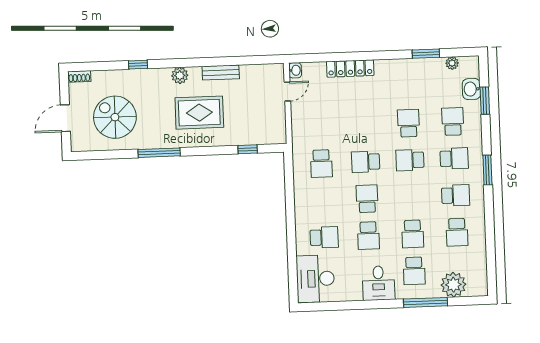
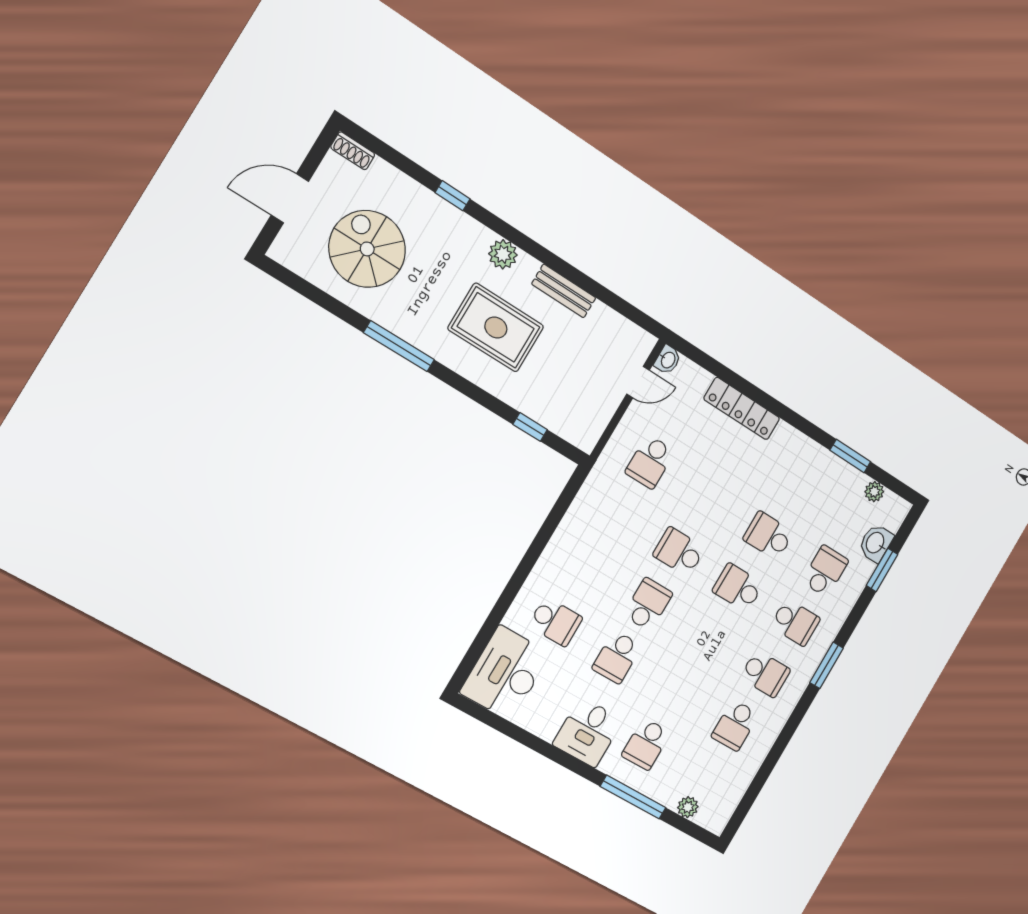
school desk: (408, 123) -> (768, 536), turned -90
school desk: (321, 164) -> (650, 462), moved
school desk: (413, 234) -> (677, 692), removed
plant: (453, 285) -> (688, 807), width x0.53, depth x0.53

